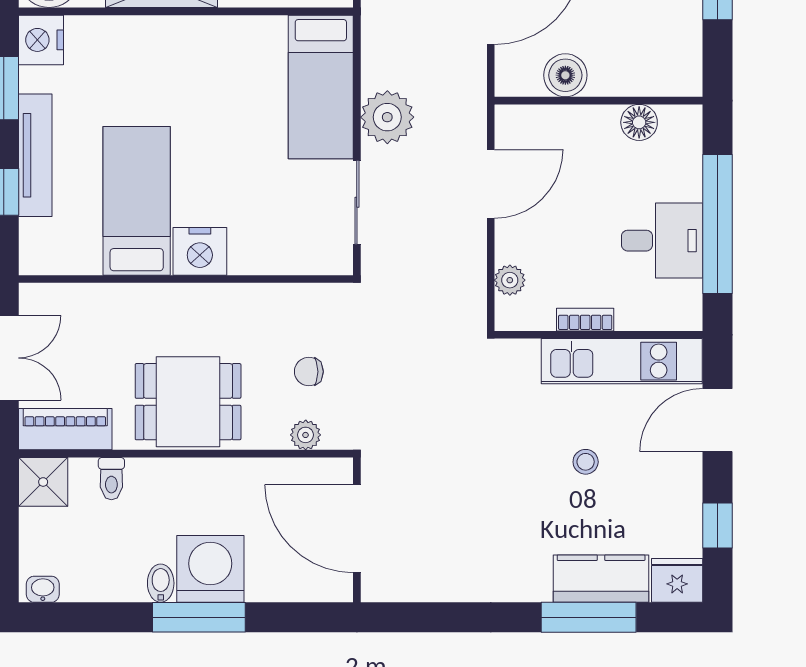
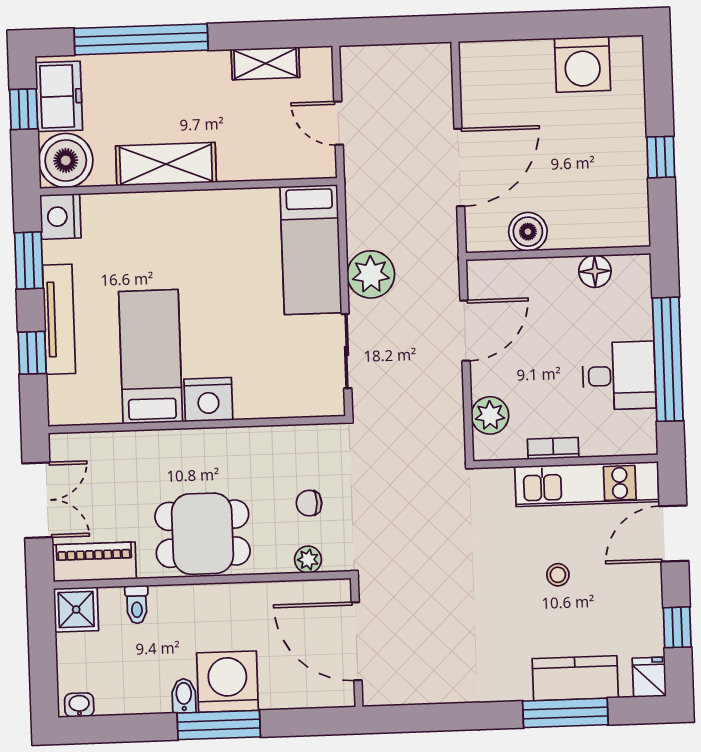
plant: (510, 280) -> (490, 415), width x1.38, depth x1.38
fridge: (677, 580) -> (649, 677), width x0.72

